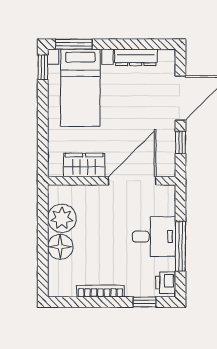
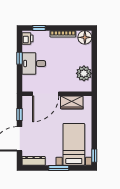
window: (74, 44) -> (59, 168), moved
dresser: (136, 57) -> (34, 161), moved
window: (180, 246) -> (19, 58), width x0.46
floor lamp: (60, 247) -> (85, 37), moved

